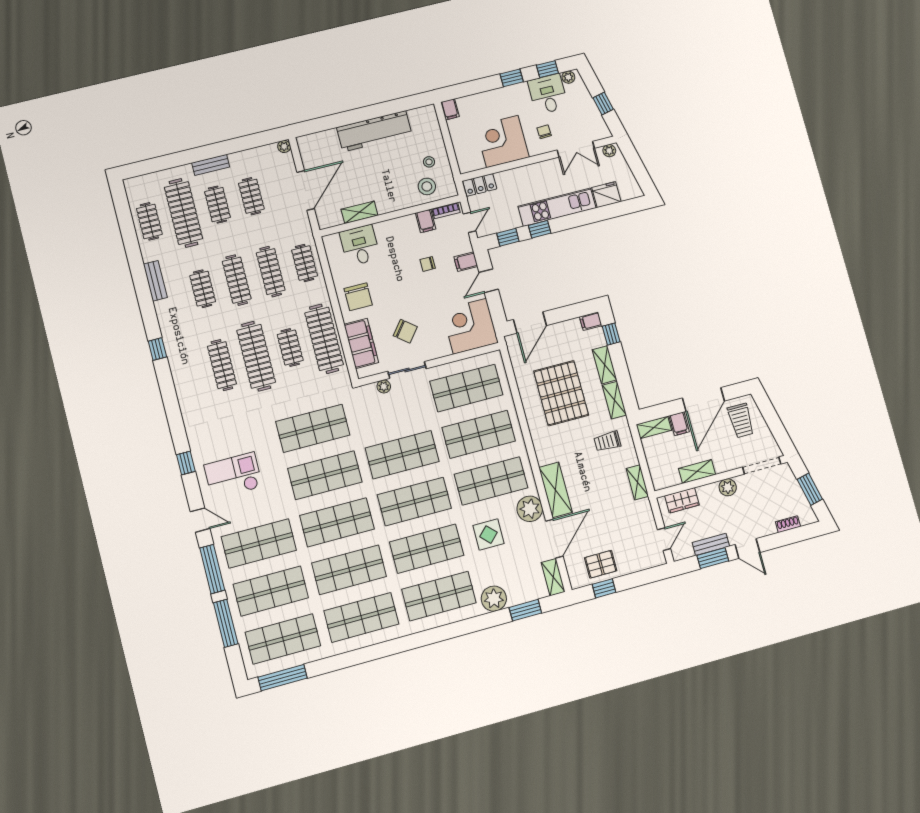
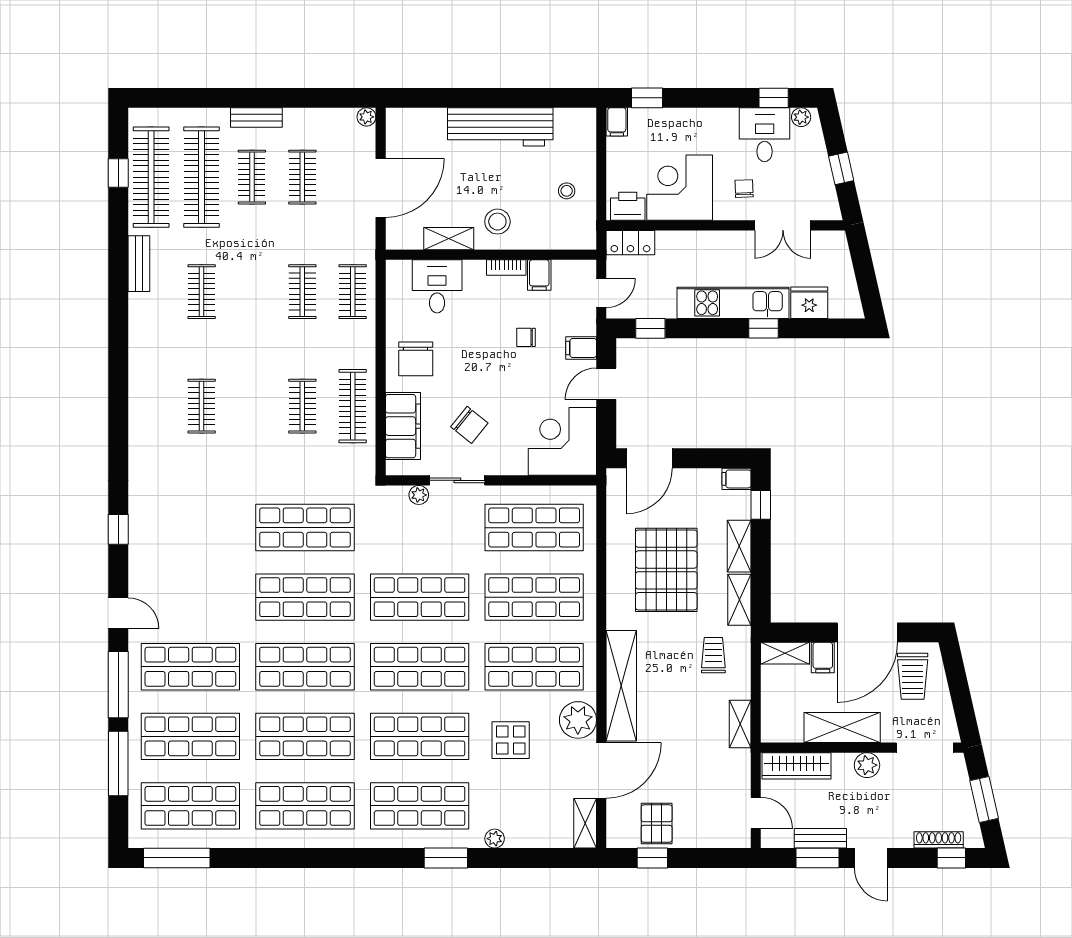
window: (512, 78) -> (647, 98), moved
plant: (609, 151) -> (831, 240), removed
printer: (472, 162) -> (628, 206), added
stool: (427, 186) -> (497, 222), moved
bookcase: (446, 211) -> (506, 268), moved
clothes rail: (149, 221) -> (151, 177), width x1.86, depth x1.31
window: (540, 229) -> (764, 328), moved
clothes rail: (271, 272) -> (302, 292), width x0.73
clothes rail: (237, 280) -> (252, 292), removed
clothes rail: (324, 339) -> (353, 406), width x0.73, depth x0.76
window: (157, 349) -> (118, 173), moved
clothes rail: (256, 356) -> (252, 406), removed
clothes rail: (222, 365) -> (202, 406), width x0.73
trolley: (607, 441) -> (713, 655), turned 90
shelving: (697, 472) -> (842, 728), width x1.50, depth x1.33
checkout: (233, 476) -> (179, 564), removed
shelving: (555, 490) -> (621, 686), width x1.47
wardrobe: (682, 500) -> (797, 766), width x1.50
shoe rack: (788, 524) -> (939, 840), width x1.43
window: (800, 534) -> (951, 858), added
door: (664, 539) -> (756, 813), hinge flipped
pallet: (601, 564) -> (657, 824), turned 90
plant: (494, 599) -> (495, 839), width x0.53, depth x0.53
window: (525, 610) -> (446, 858), moved

